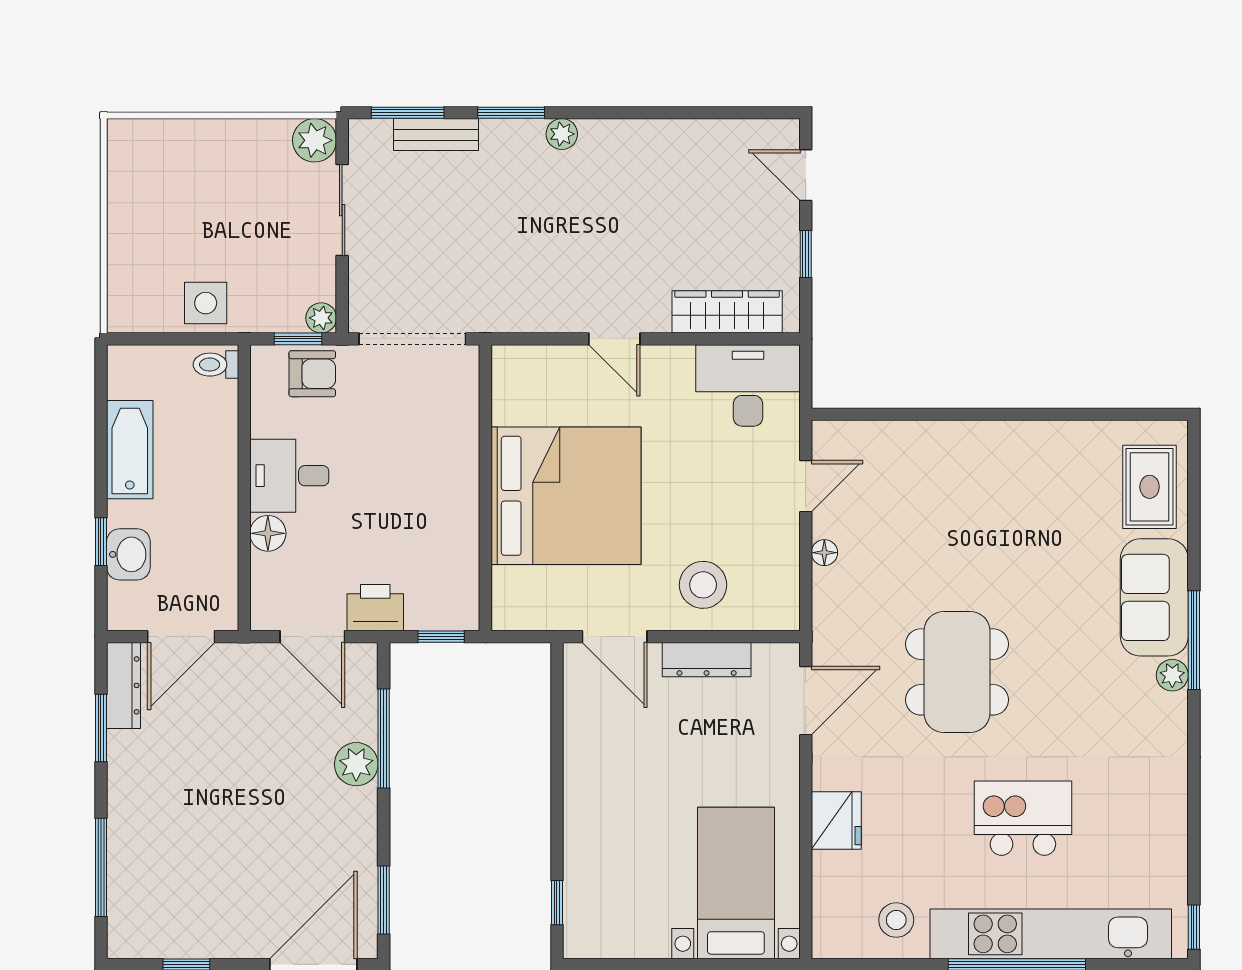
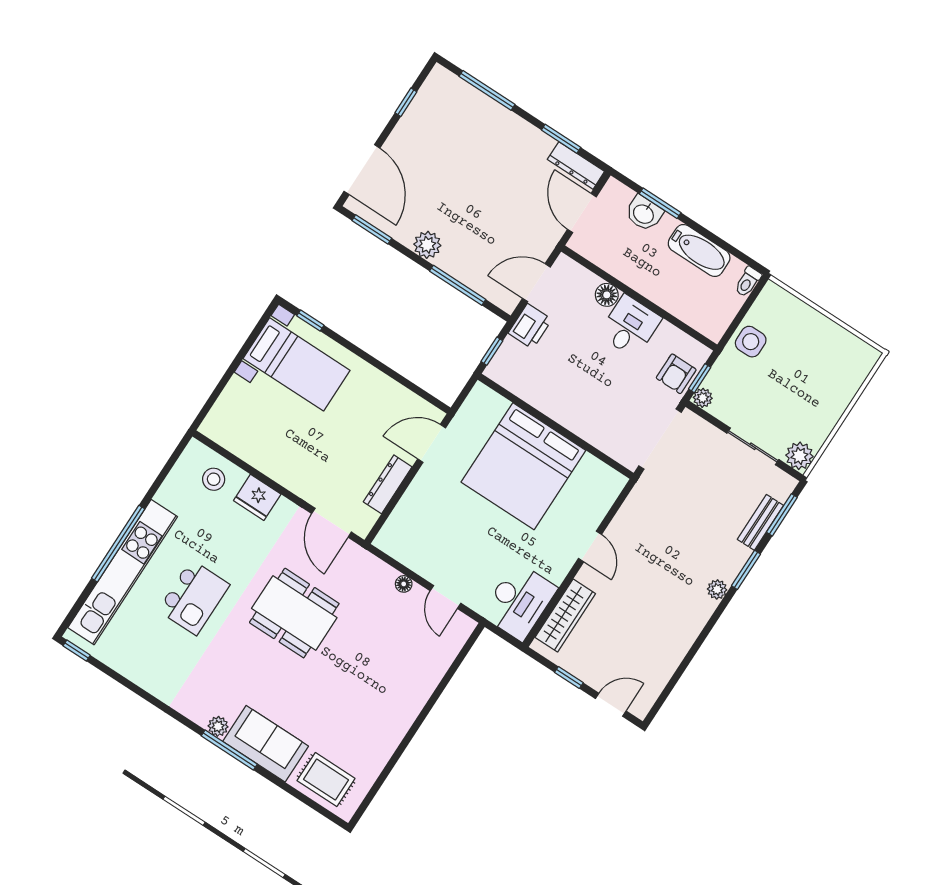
door: (614, 339) -> (590, 546), swing flipped
toilet: (216, 365) -> (748, 282), moved, turned 180
window: (101, 542) -> (660, 203), width x1.50
stool: (703, 585) -> (429, 508), removed
plant: (356, 764) -> (427, 245), moved
bed with nightstands: (736, 883) -> (297, 364), moved
stool: (896, 920) -> (214, 479), moved

